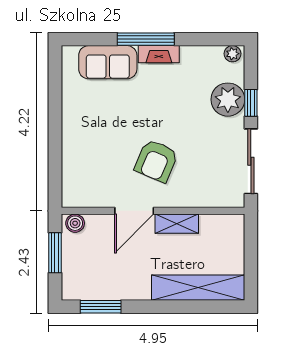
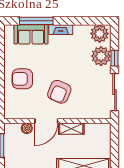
window: (146, 39) -> (36, 21), moved
plant: (232, 54) -> (100, 34), width x1.87, depth x1.87
armchair: (93, 138) -> (22, 79), added
boiler: (75, 223) -> (27, 128), moved

